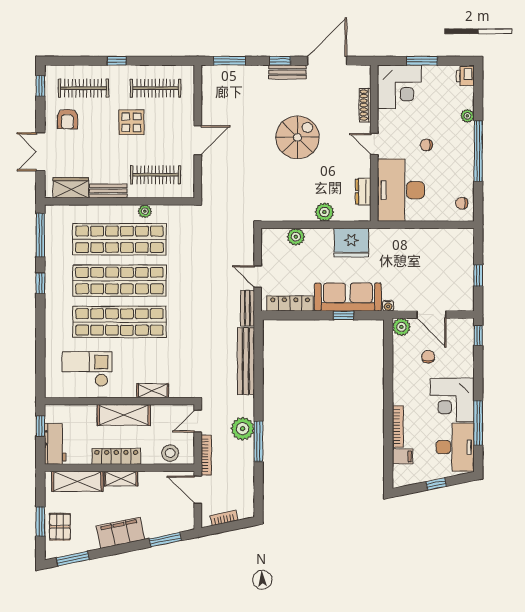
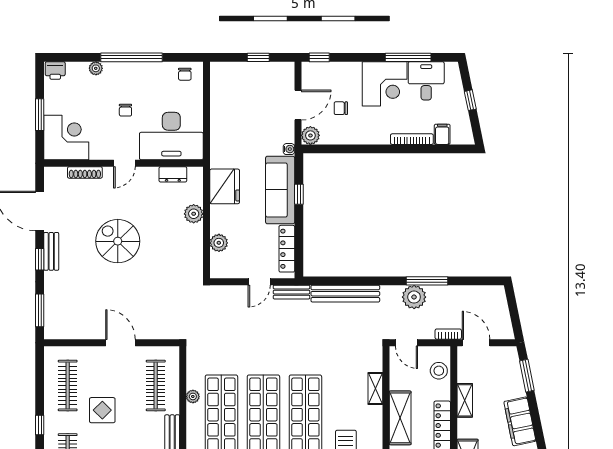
desk: (455, 447) -> (426, 81), width x0.73
bookcase: (206, 455) -> (448, 334), width x0.64
shelving: (121, 479) -> (465, 400), moved
door: (198, 490) -> (476, 343), swing flipped
bookcase: (224, 518) -> (505, 316), removed

